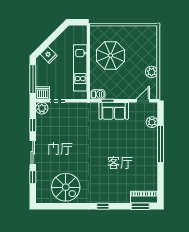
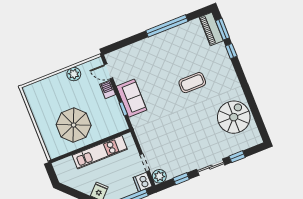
barbecue: (98, 94) -> (108, 89), moved
plant: (152, 122) -> (127, 52), removed
window: (161, 144) -> (167, 26), moved
coffee table: (107, 165) -> (192, 83), added
window: (103, 206) -> (231, 51), moved

